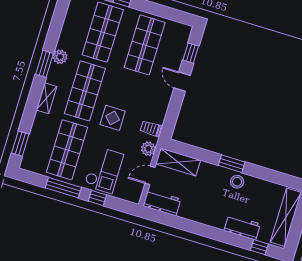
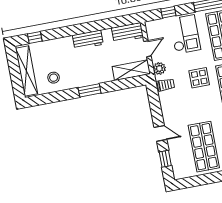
checkout: (104, 170) -> (185, 34), turned 180
stool: (237, 182) -> (54, 78), moved
window: (97, 198) -> (168, 12), moved
workbench: (242, 227) -> (88, 40), moved

